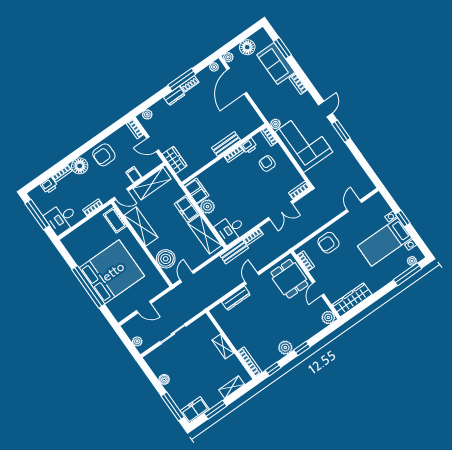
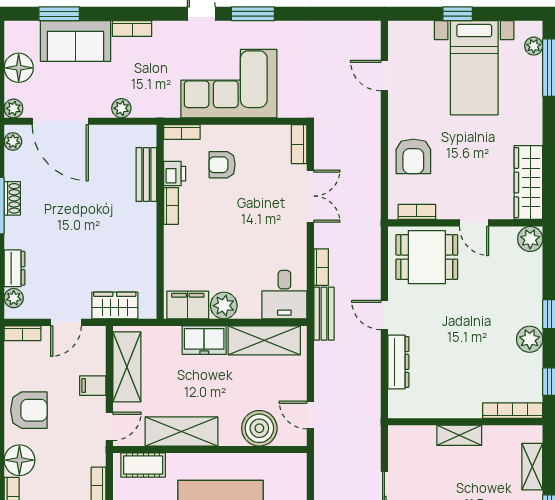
dresser: (174, 96) -> (14, 268), moved
plant: (275, 124) -> (121, 108), moved
bench: (226, 144) -> (146, 175), moved
armchair: (104, 155) -> (29, 410), turned -90

